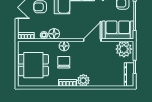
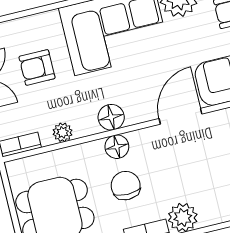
floor lamp: (54, 34) -> (111, 117), moved

